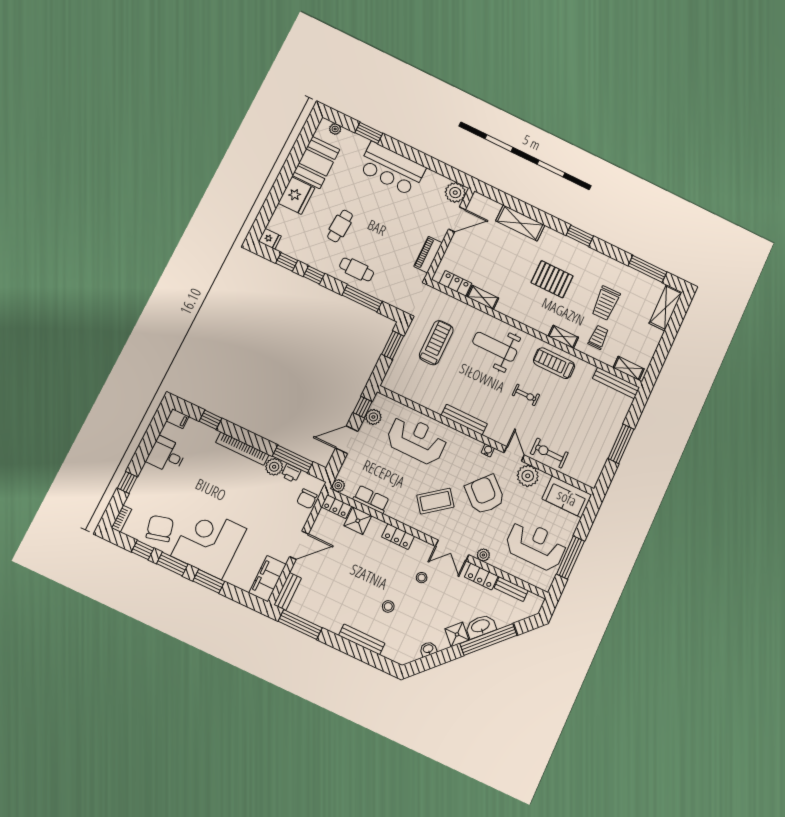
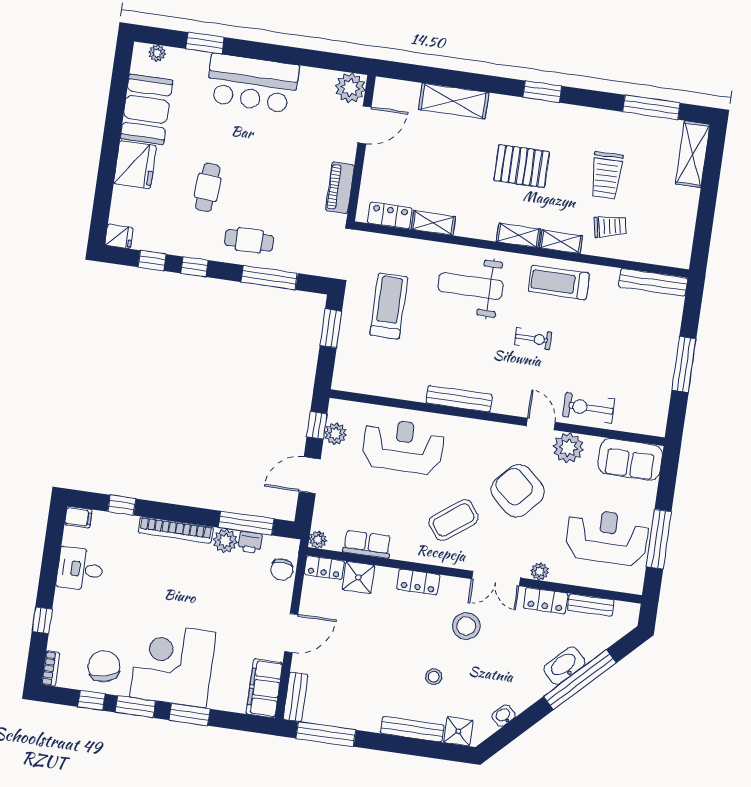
trolley: (598, 337) -> (610, 227), turned 79
shelving: (629, 368) -> (518, 235), moved
water cooler: (488, 450) -> (504, 430), removed
stool: (422, 578) -> (466, 626), width x1.89, depth x1.89
shower: (457, 634) -> (458, 731), moved, turned 45

